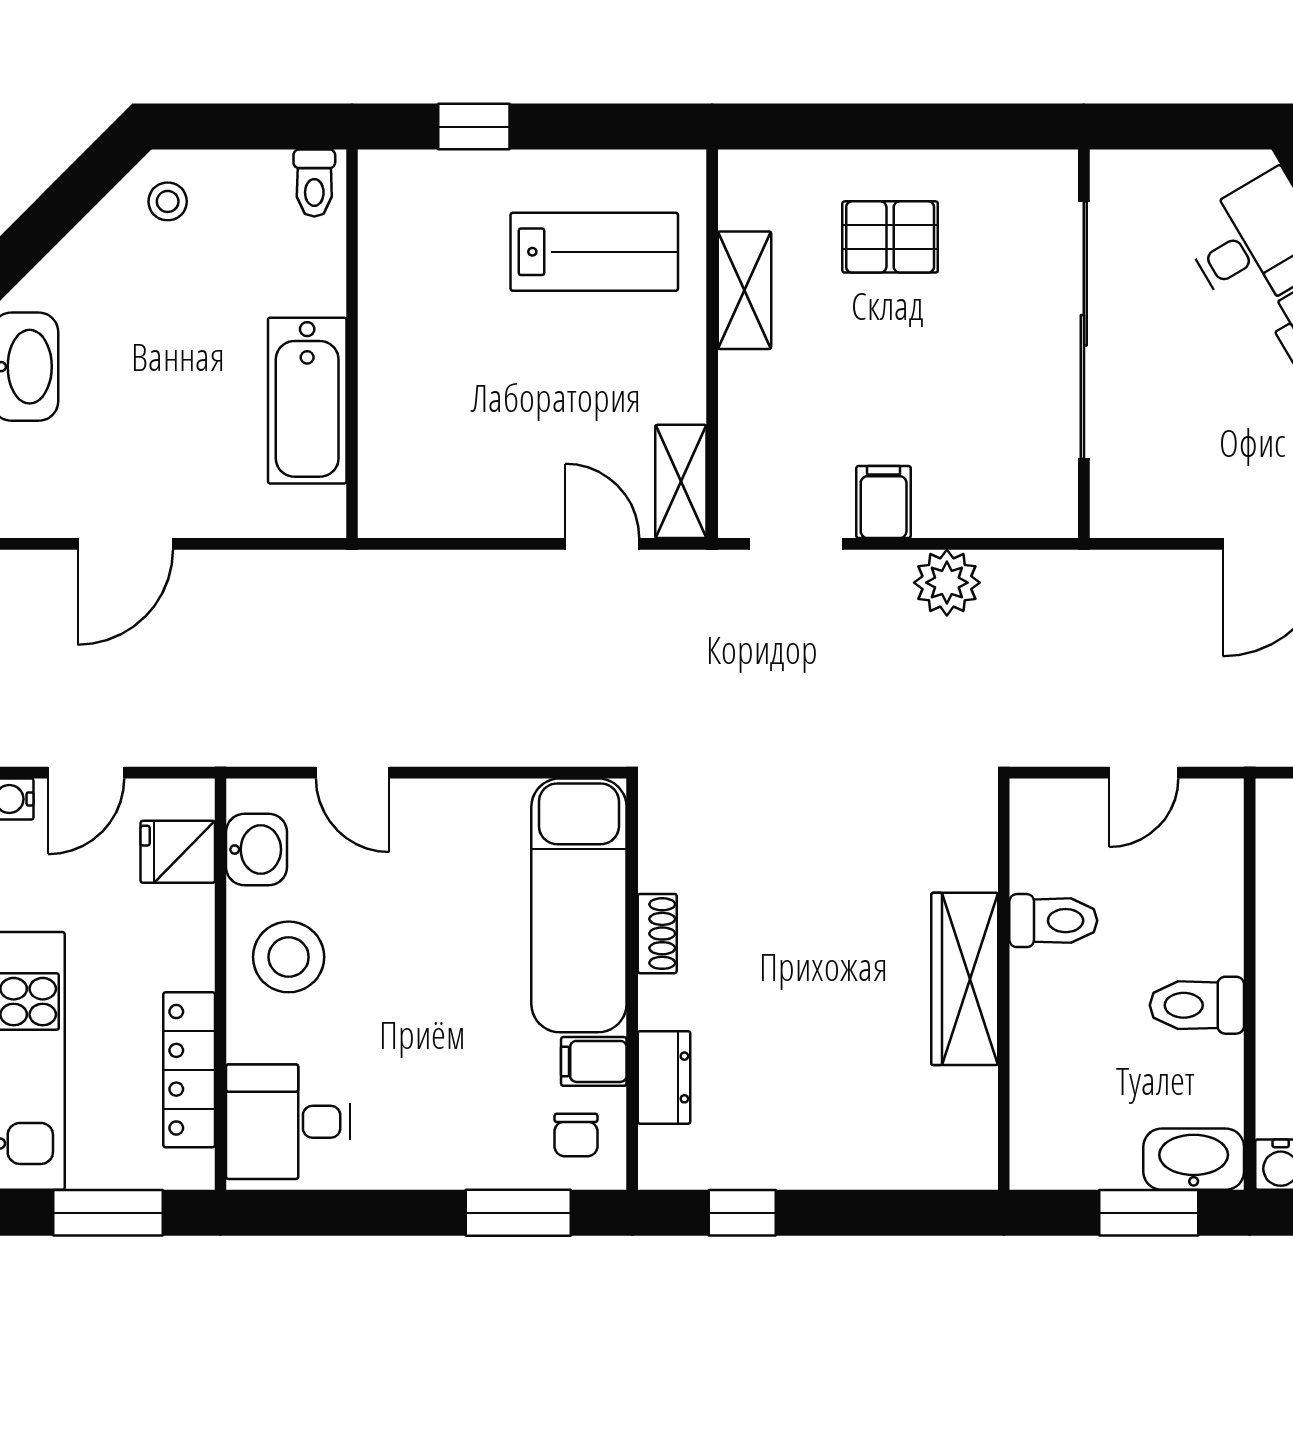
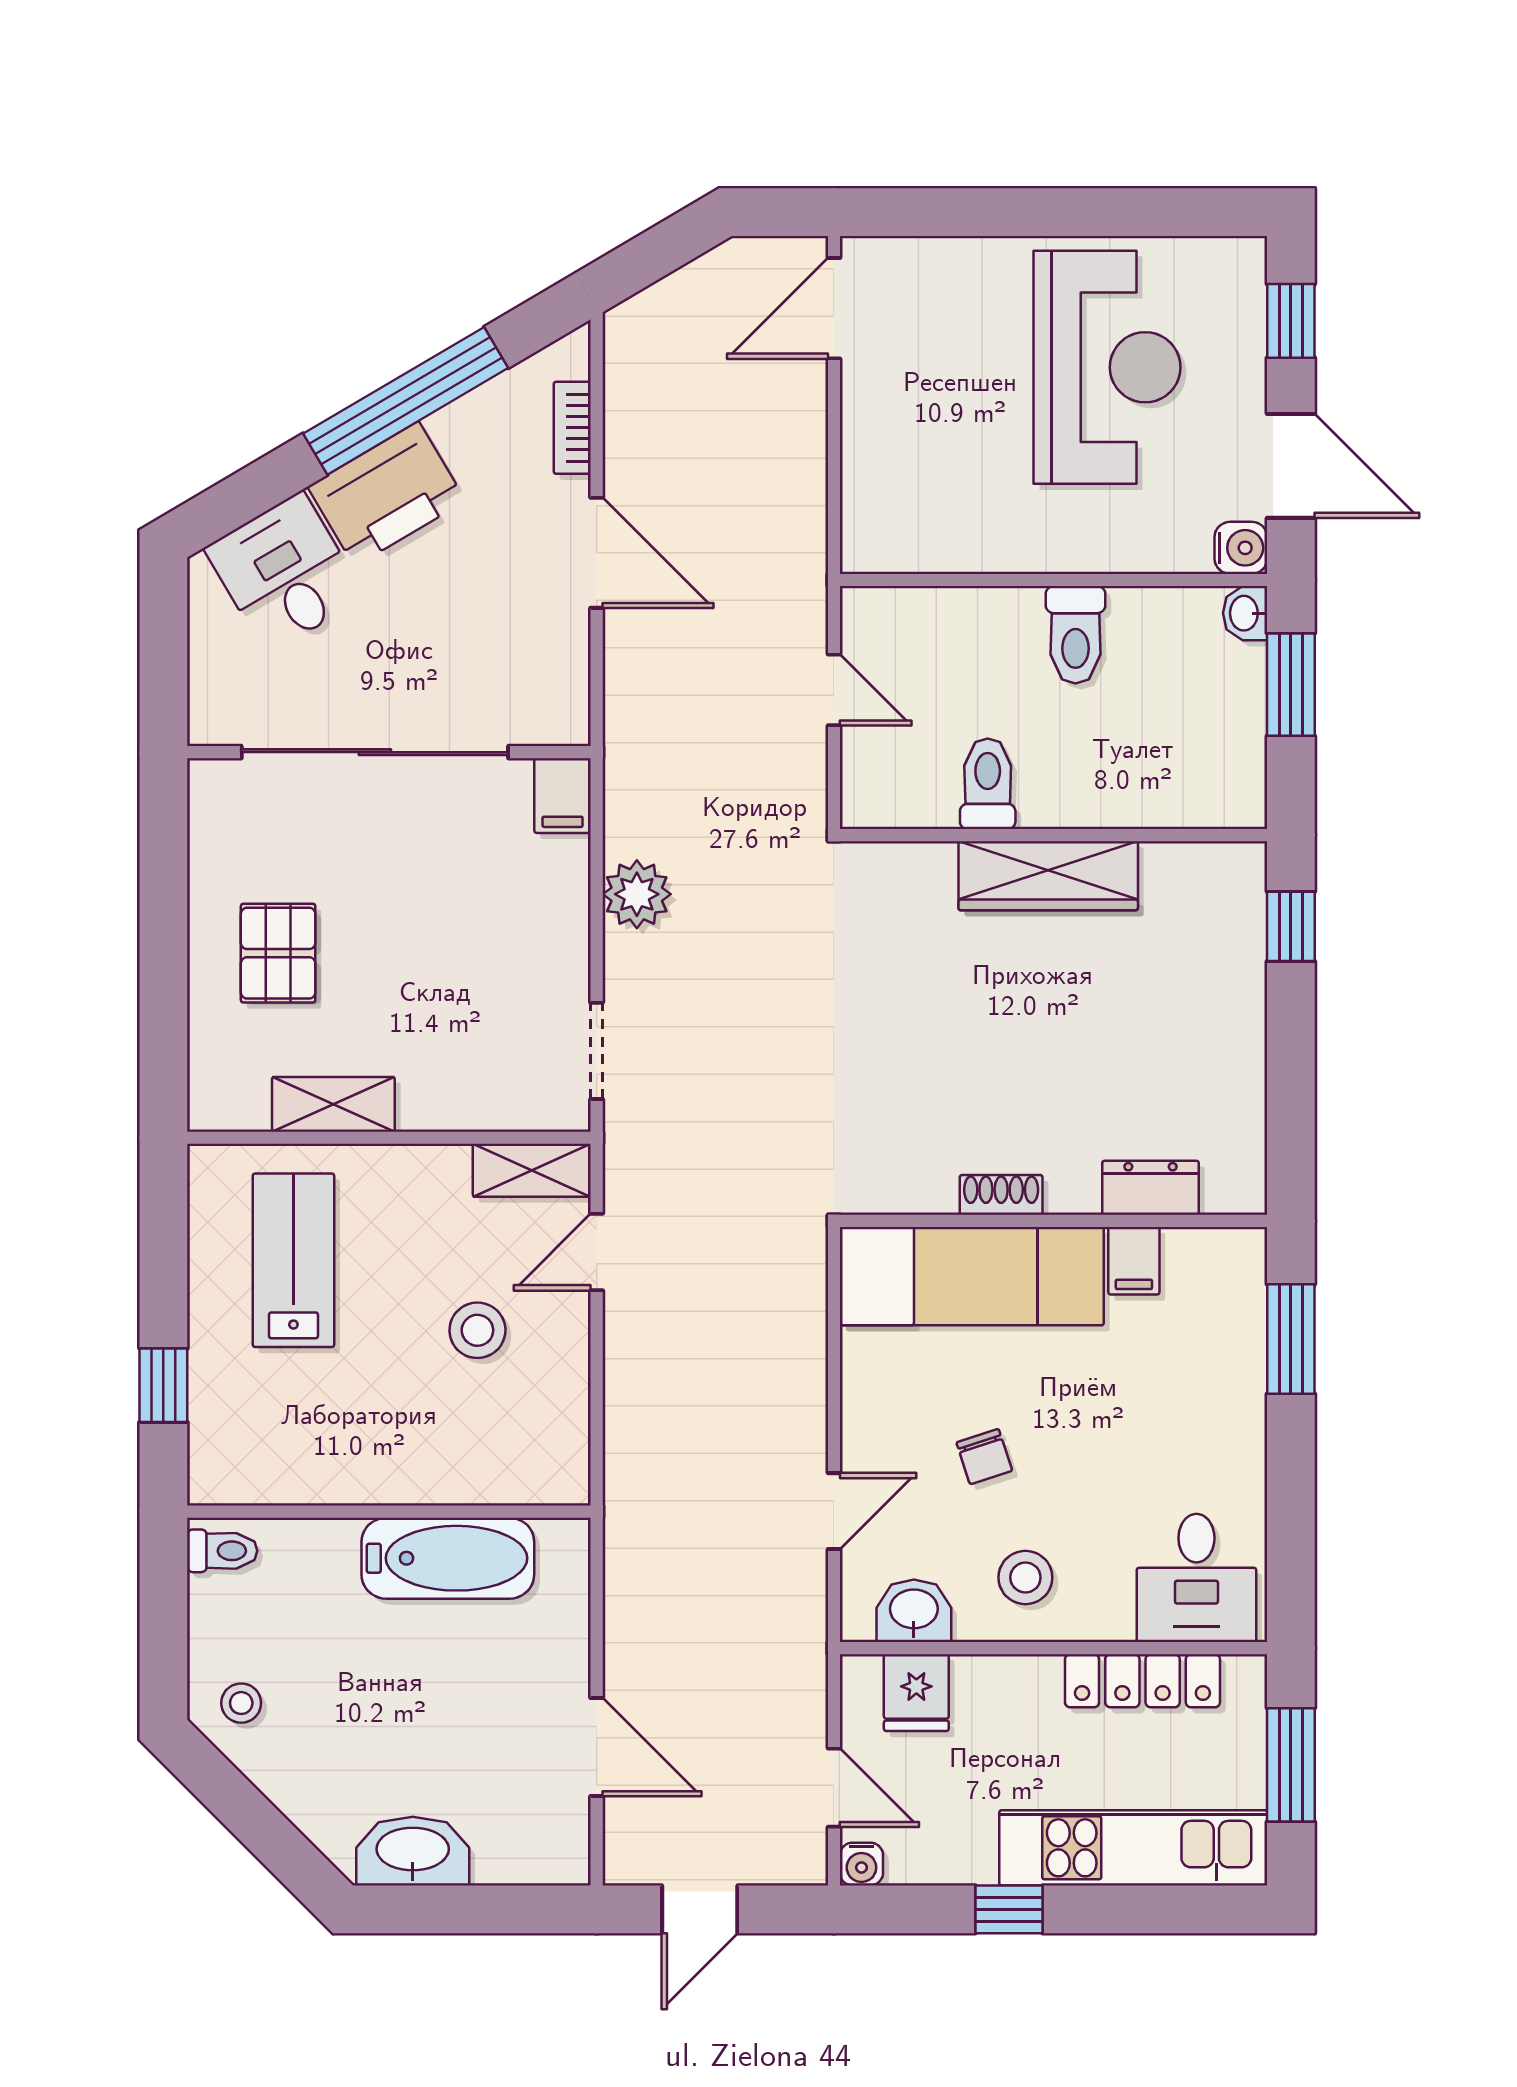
stool: (527, 429) -> (477, 1330), added
filing cabinet: (884, 502) -> (563, 796), moved, turned -90
stool: (289, 957) -> (1025, 1578), width x0.73, depth x0.73
chair: (576, 1135) -> (984, 1457), moved, turned 72
washbasin: (1194, 1159) -> (1245, 613), width x0.52, depth x0.69
window: (742, 1213) -> (1291, 926), moved

